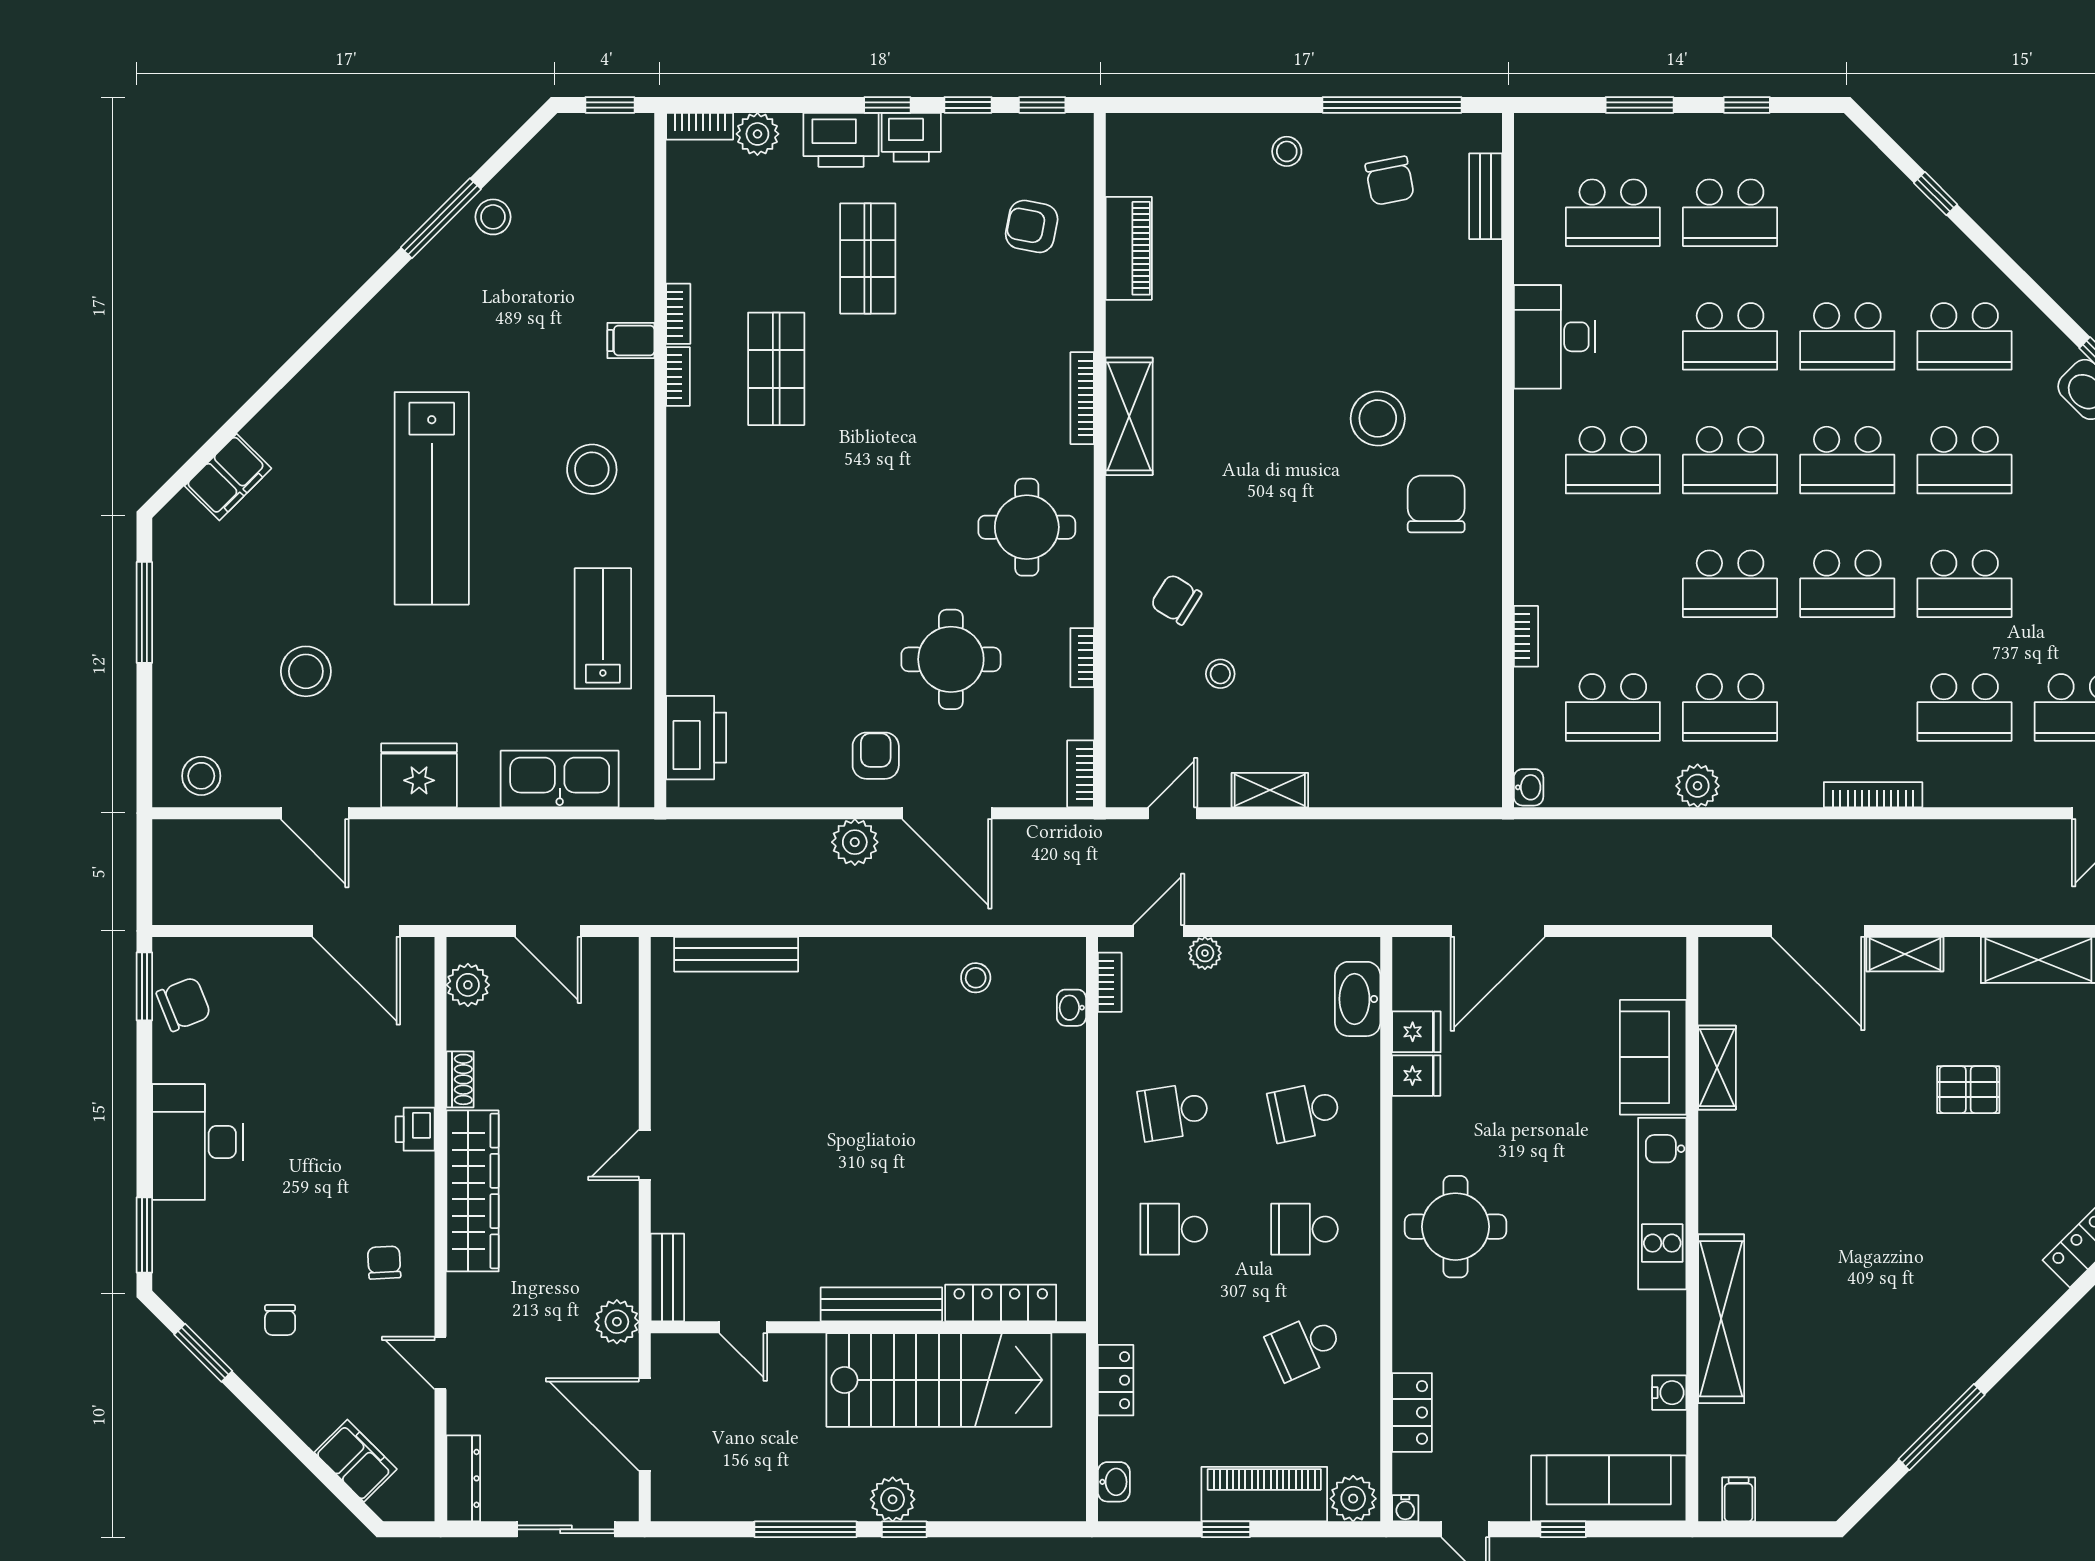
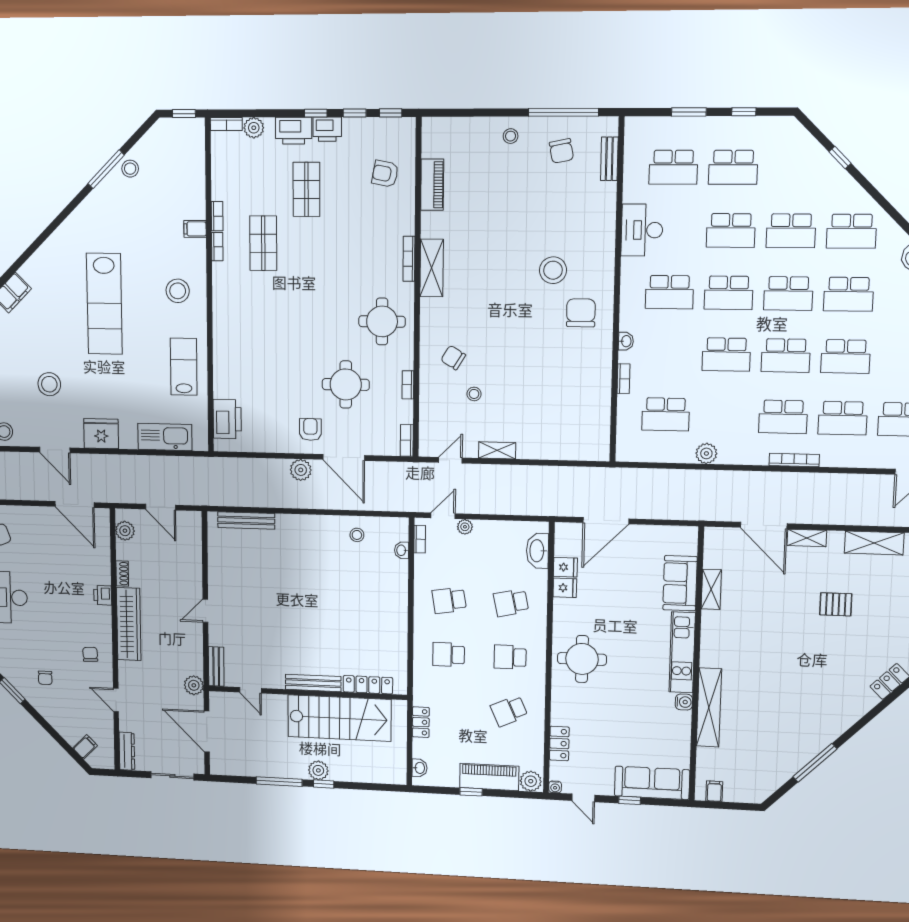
school desk: (1730, 707) -> (783, 417), moved
washbasin: (1529, 787) -> (626, 341), moved
water cooler: (1669, 1393) -> (684, 702), moved
filing cabinet: (356, 1461) -> (85, 747), width x0.50

